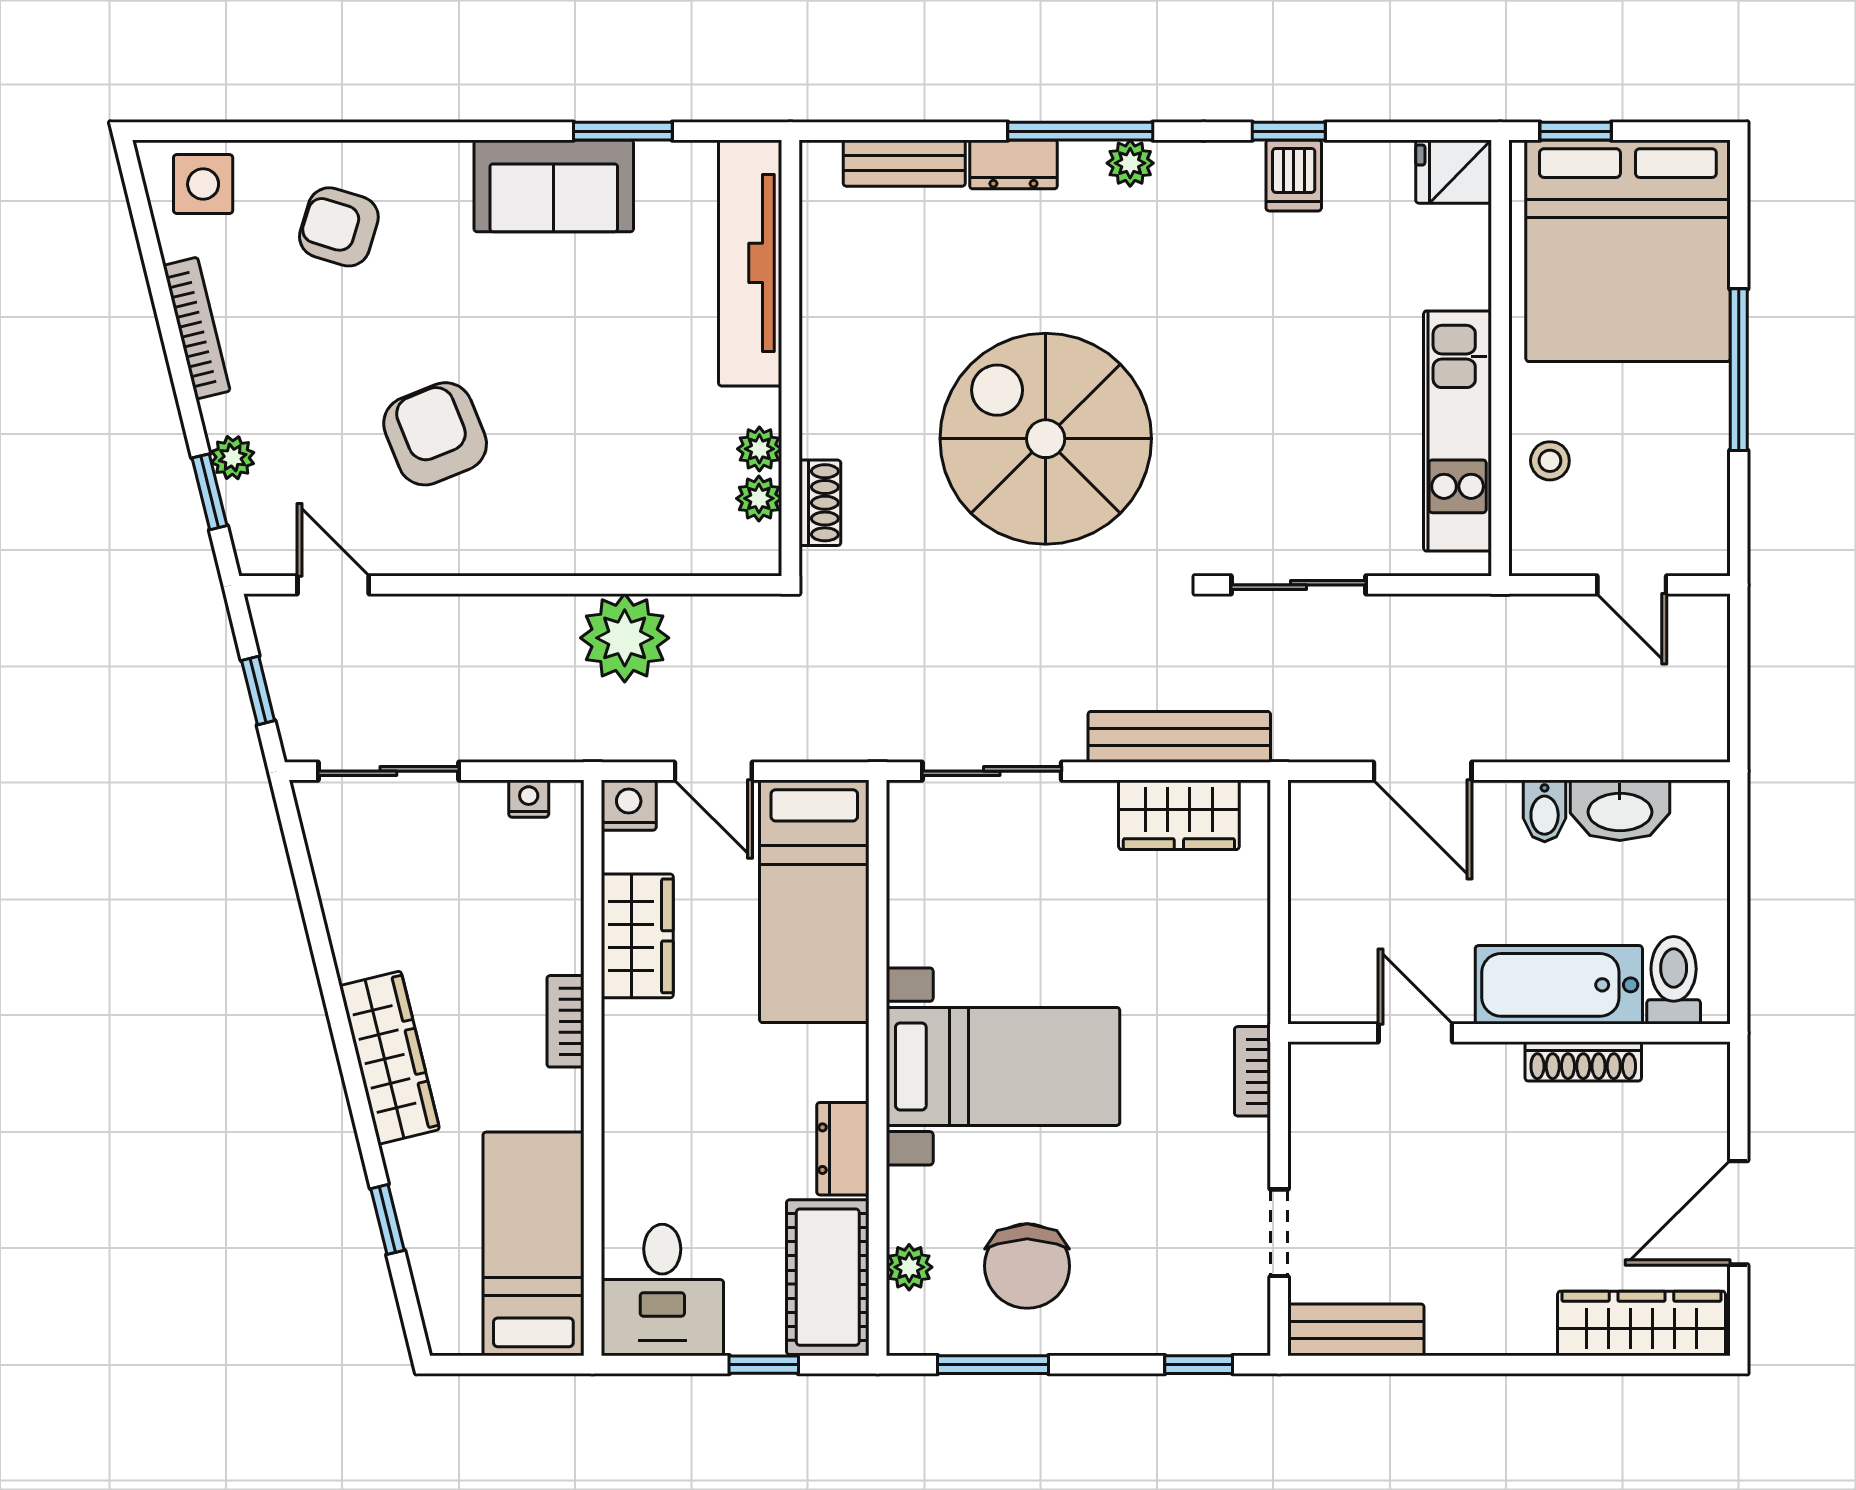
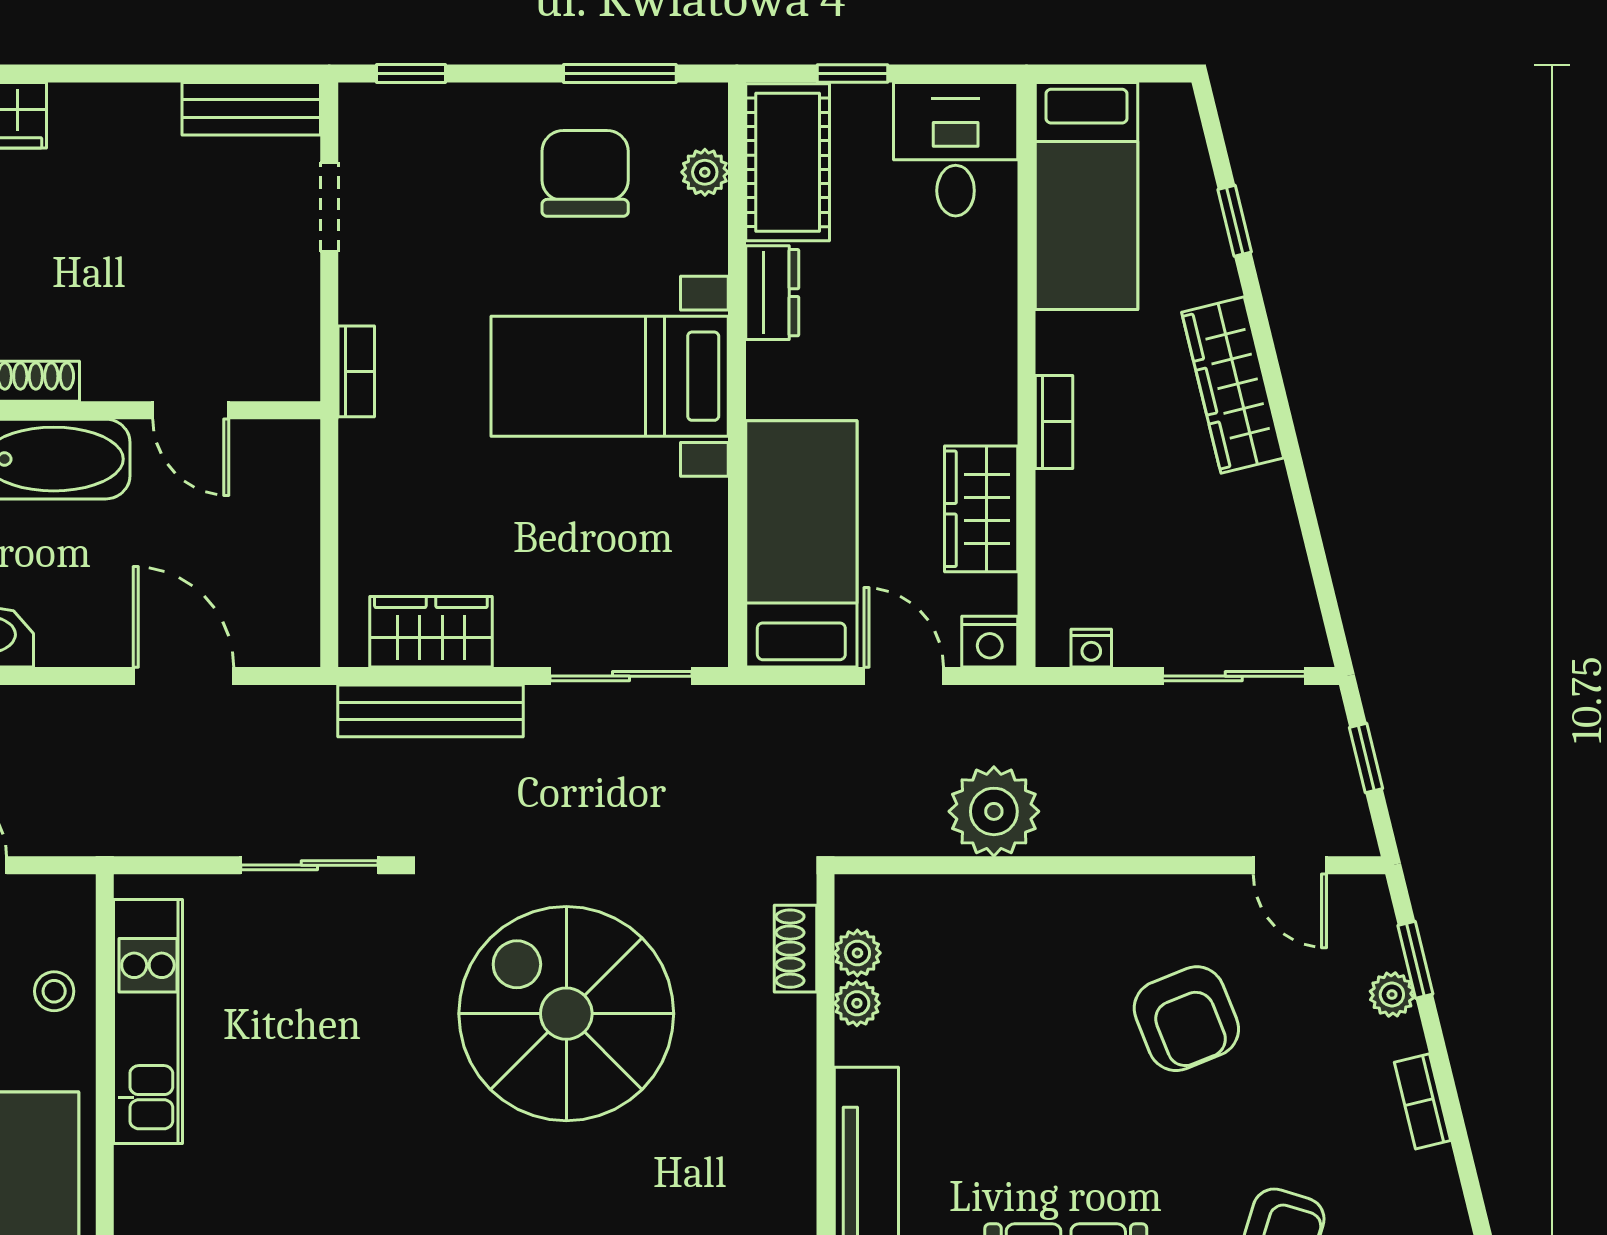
bookcase: (197, 328) -> (1422, 1101), width x0.64
spiral stairs: (1046, 439) -> (566, 1014), turned 180
bidet: (1545, 811) -> (60, 636), removed

